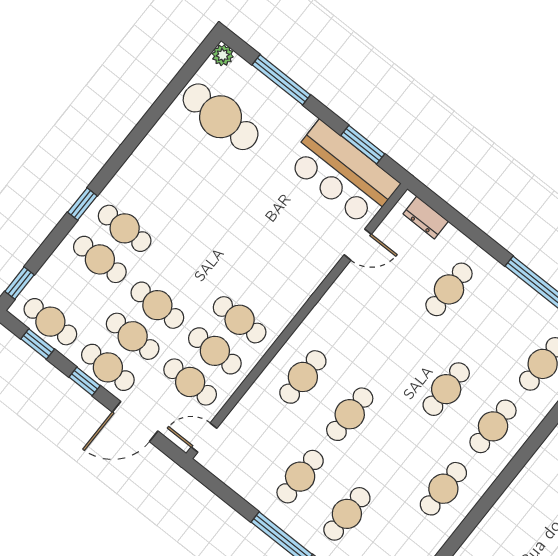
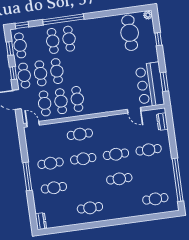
window: (281, 80) -> (158, 39), width x0.46
window: (82, 204) -> (63, 19), width x3.17
cafe table: (493, 426) -> (116, 154), moved

